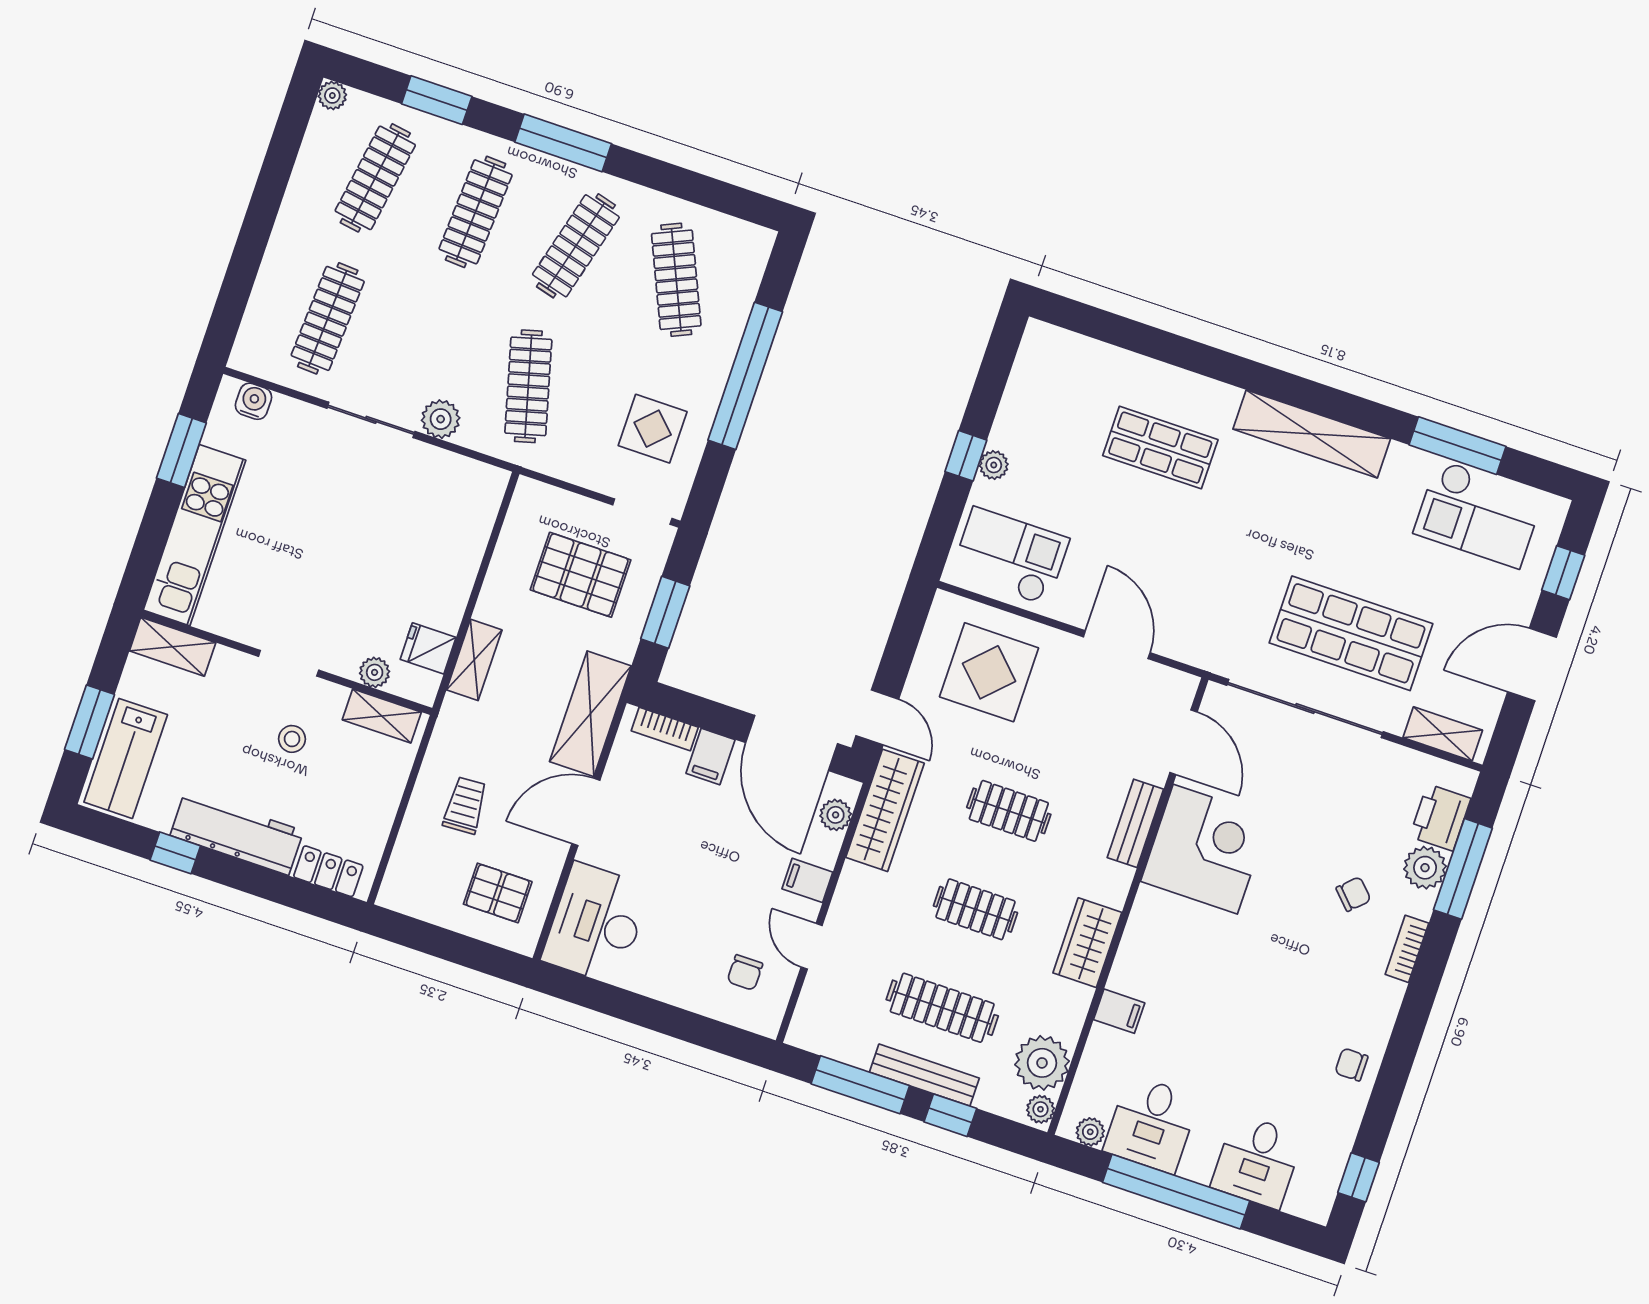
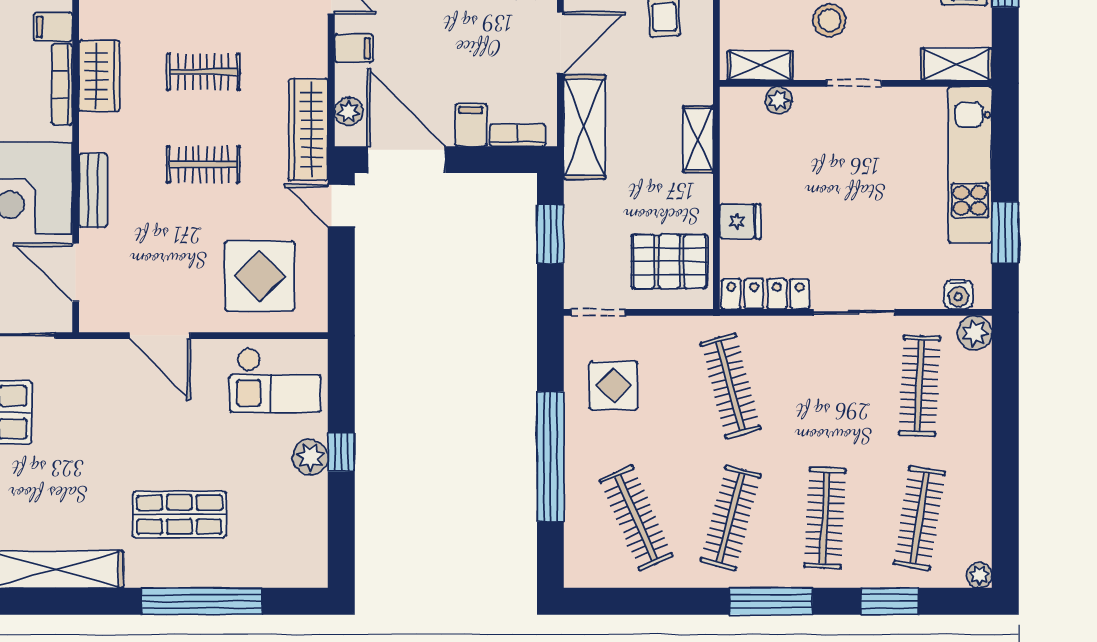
window: (1168, 347) -> (202, 601), added
plant: (441, 419) -> (975, 333), moved
plant: (994, 465) -> (310, 457), width x1.38, depth x1.38
locker: (458, 471) -> (765, 294), added
pallet: (581, 575) -> (669, 261), moved
fridge: (428, 648) -> (740, 221), moved
stool: (292, 739) -> (829, 20), width x1.37, depth x1.37
bookcase: (1130, 947) -> (62, 84), added

